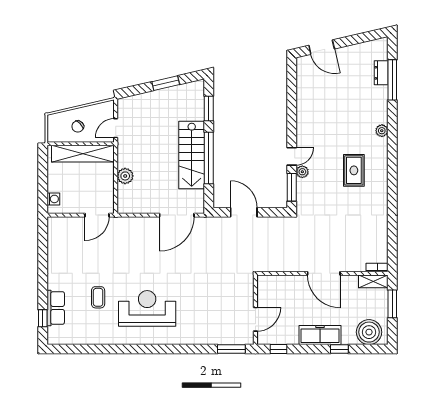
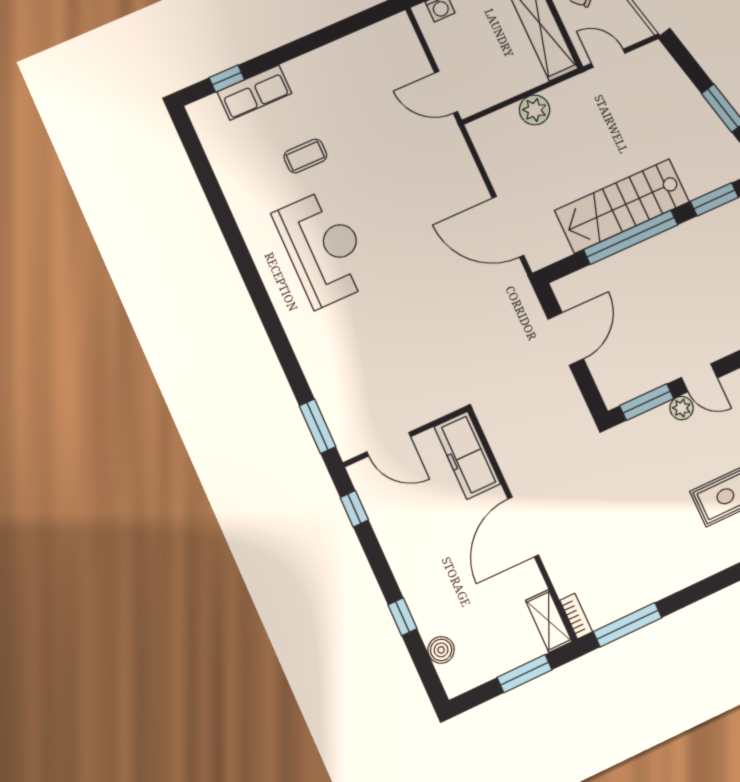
window: (392, 245) -> (628, 625), added
boiler: (369, 332) -> (441, 650), width x0.54, depth x0.54
freezer: (320, 335) -> (467, 455), moved, turned 180

